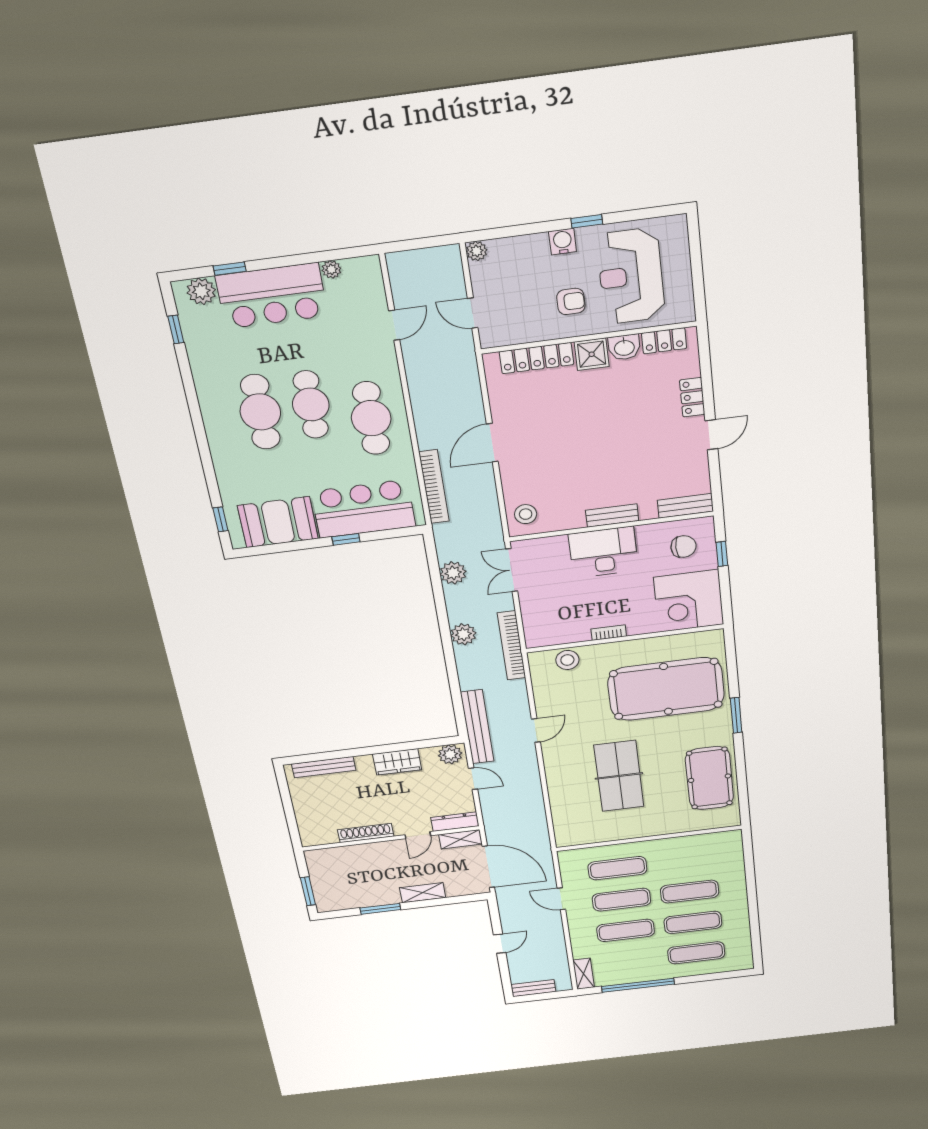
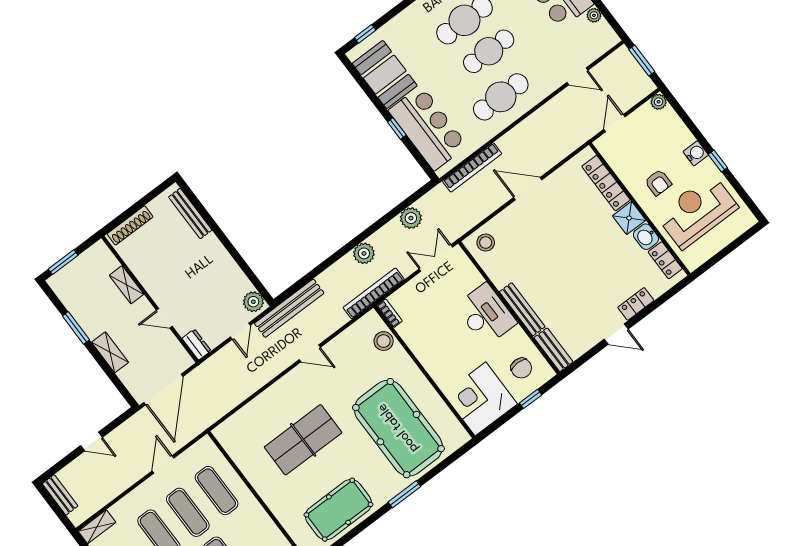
window: (416, 244) -> (642, 60), added
bench: (612, 516) -> (522, 309), width x1.36
bookcase: (609, 633) -> (389, 313), moved
wardrobe: (397, 762) -> (225, 266), removed
dresser: (455, 822) -> (196, 345), width x0.70
shoe rack: (366, 833) -> (130, 225), moved, turned 90
shelving: (460, 839) -> (127, 285), moved

